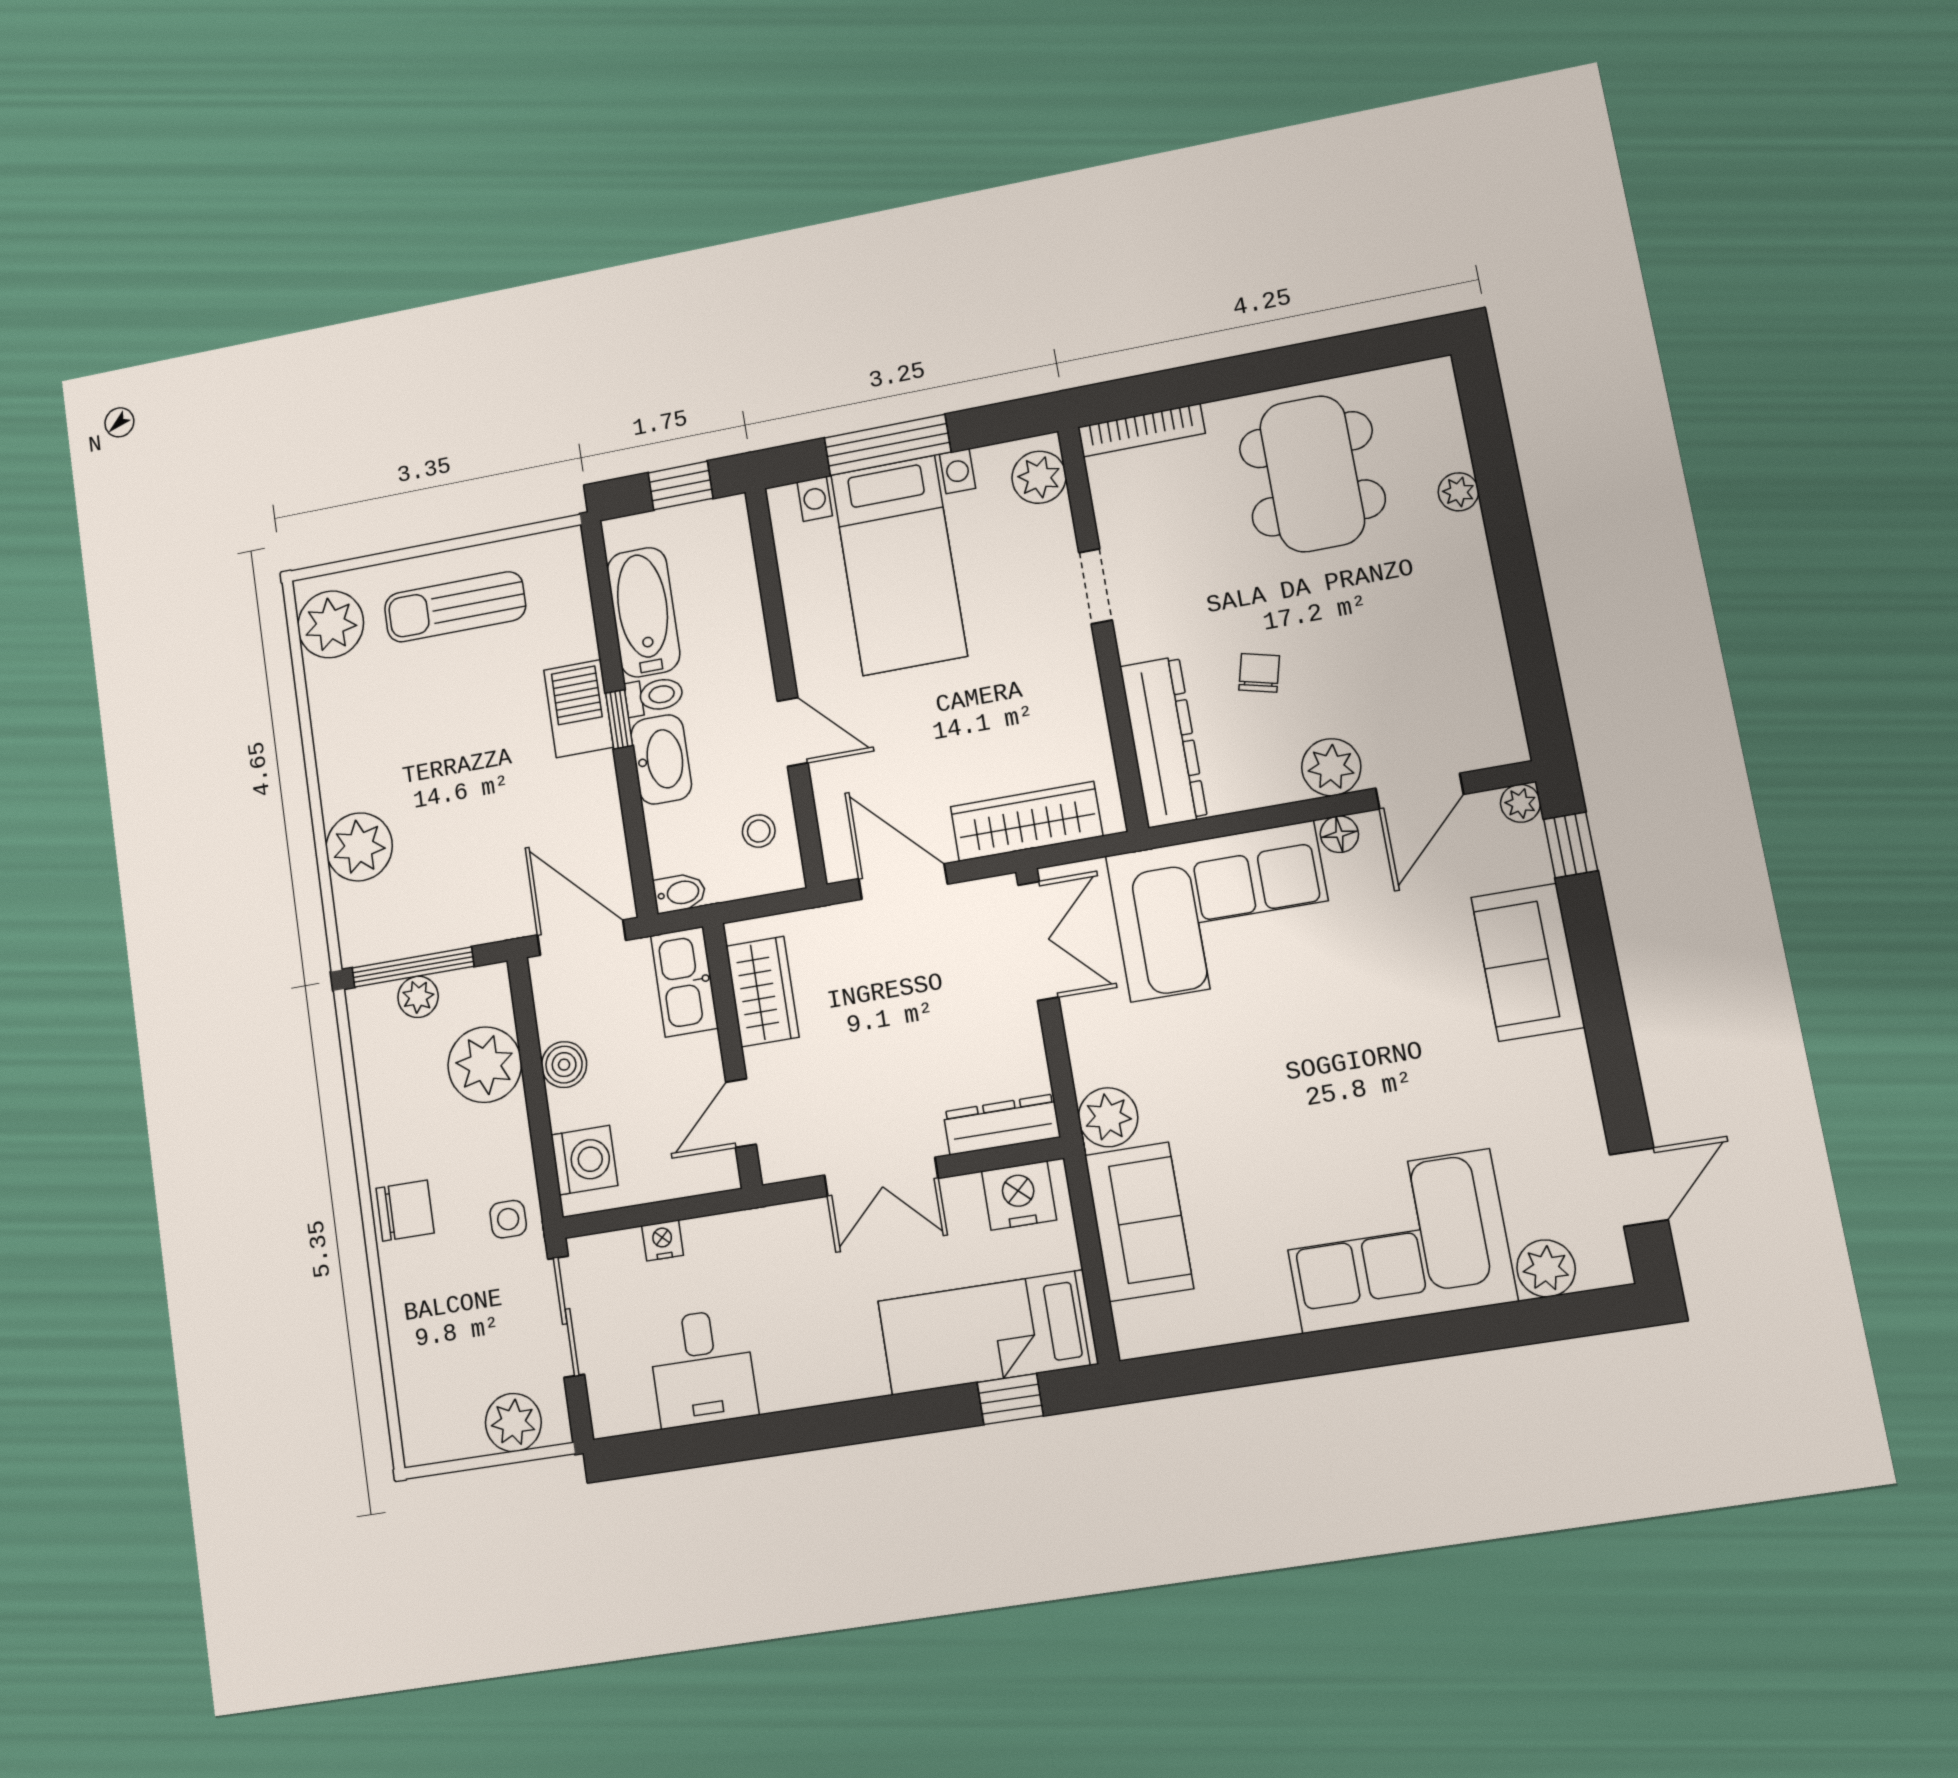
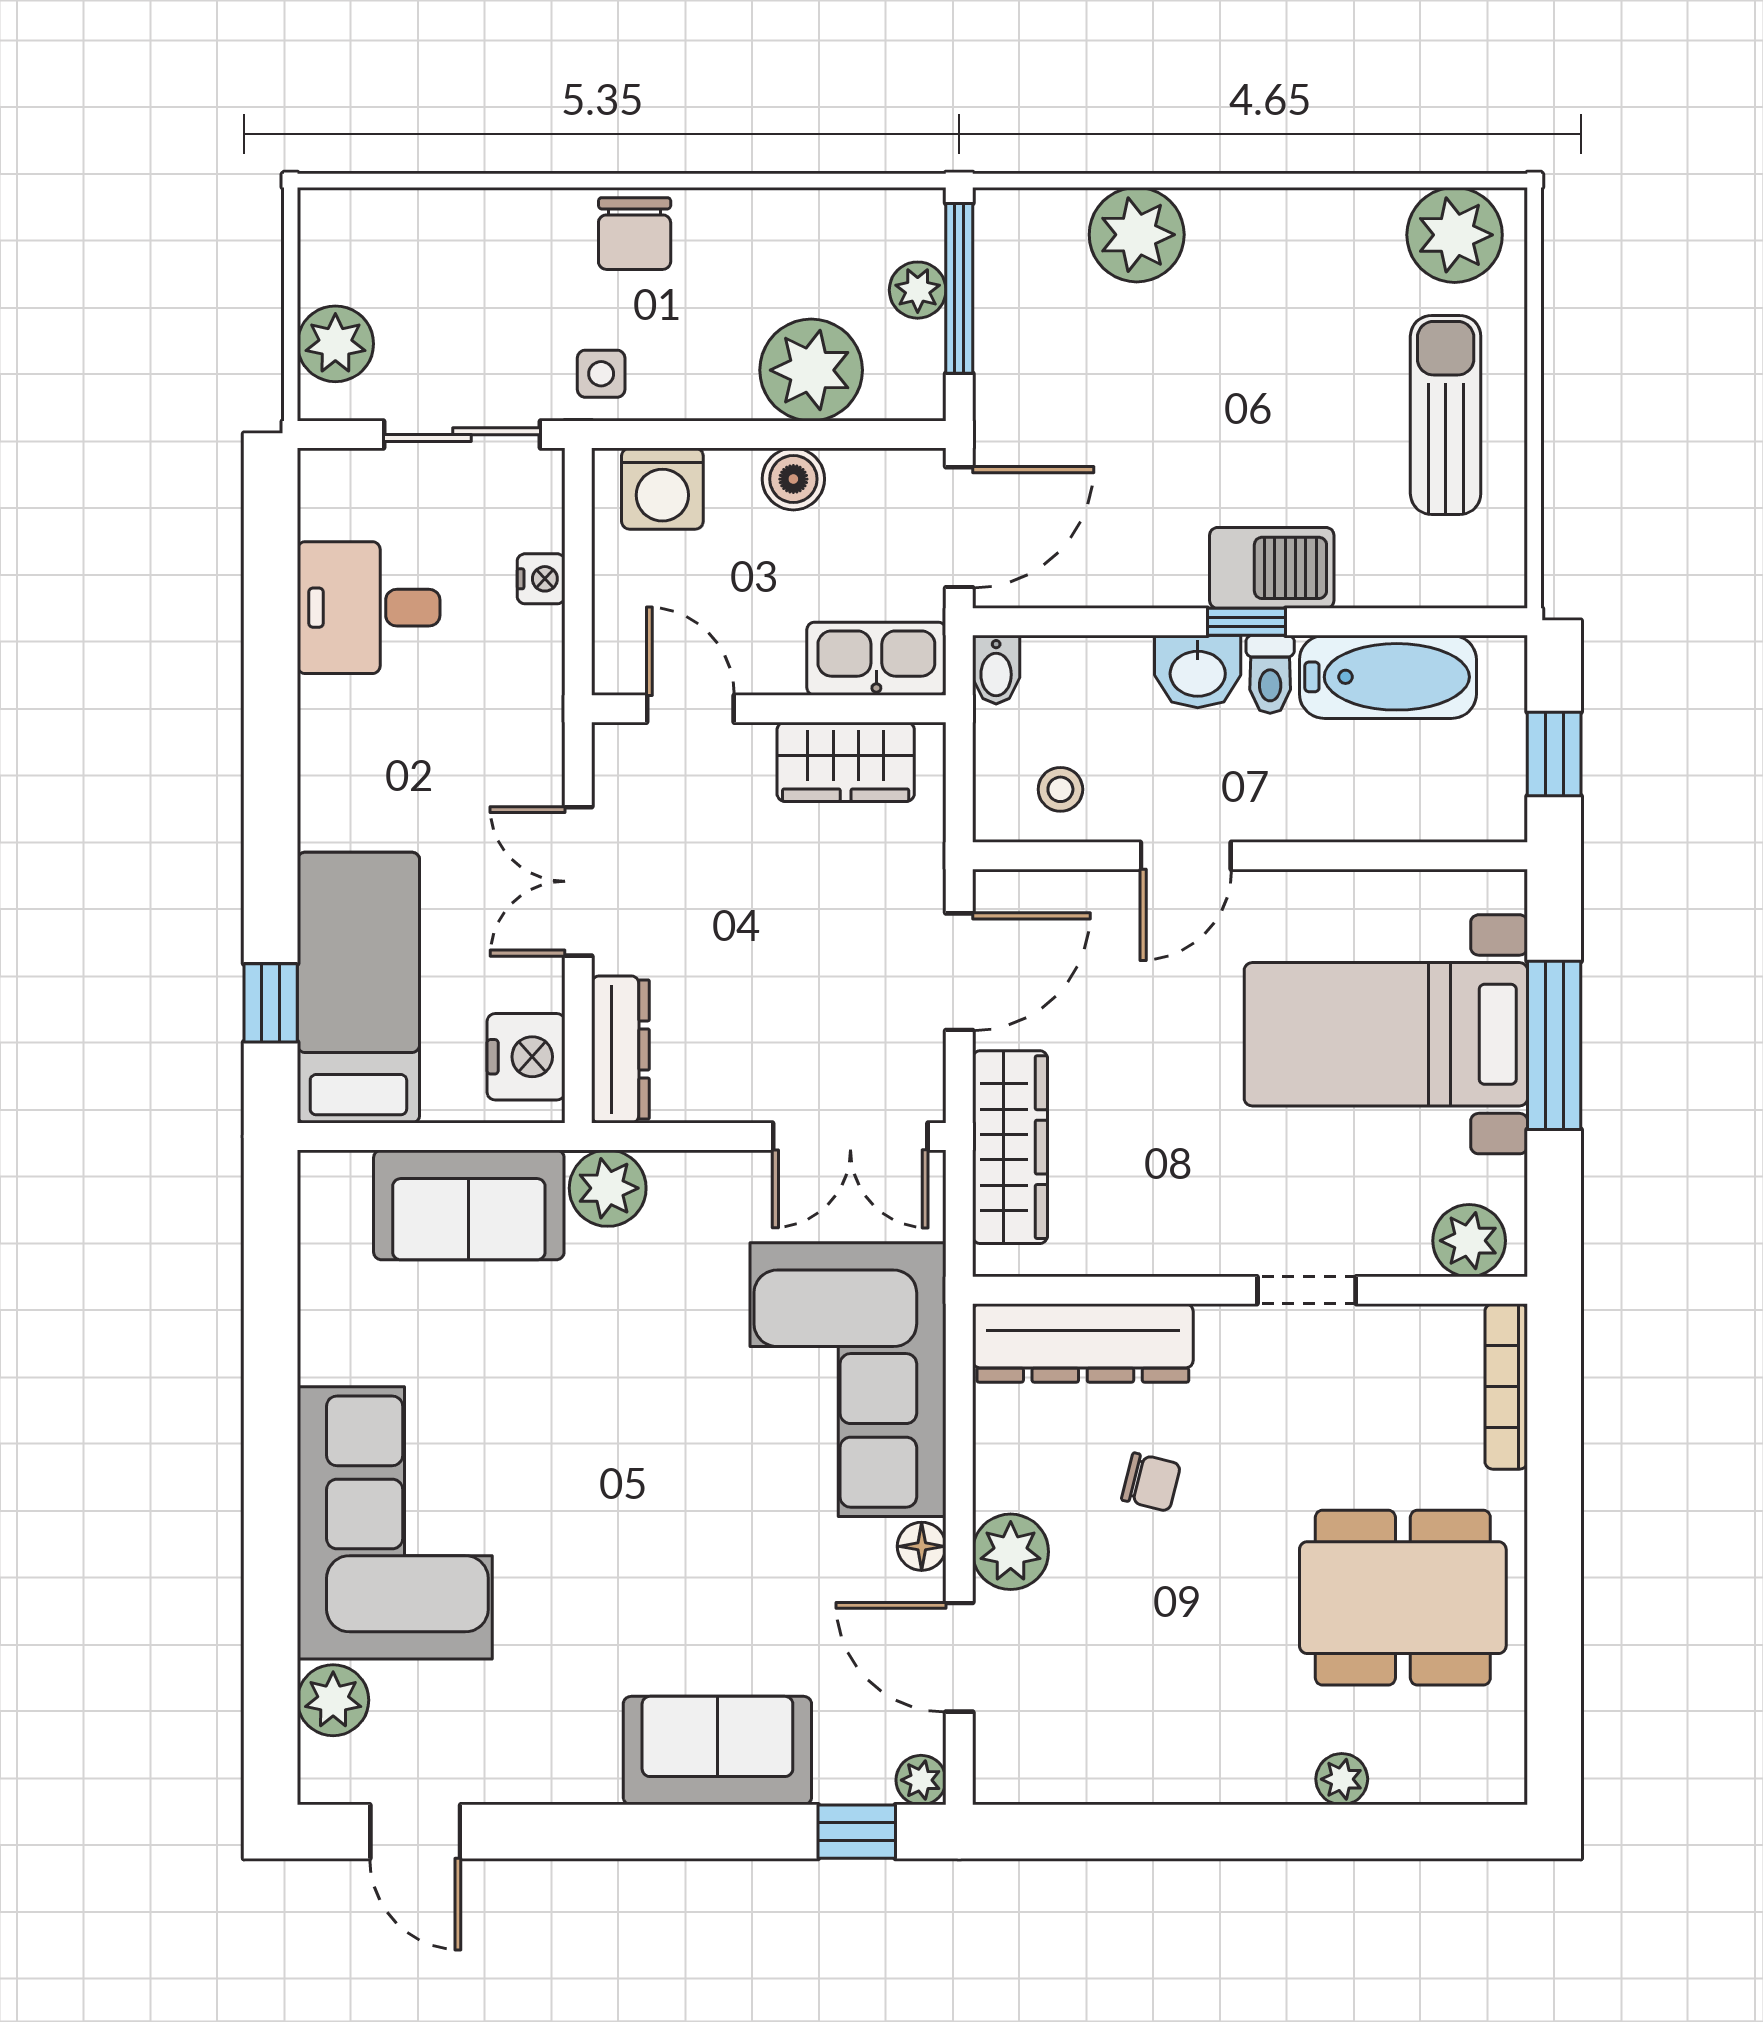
washbasin: (661, 759) -> (1198, 672), width x0.72

